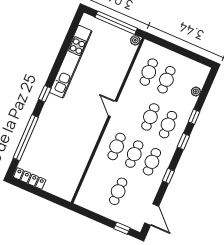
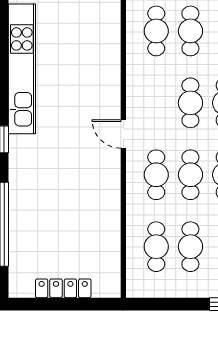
door: (113, 109) -> (123, 134), moved
locker: (30, 179) -> (63, 288), moved
cafe table: (100, 184) -> (156, 247), added

